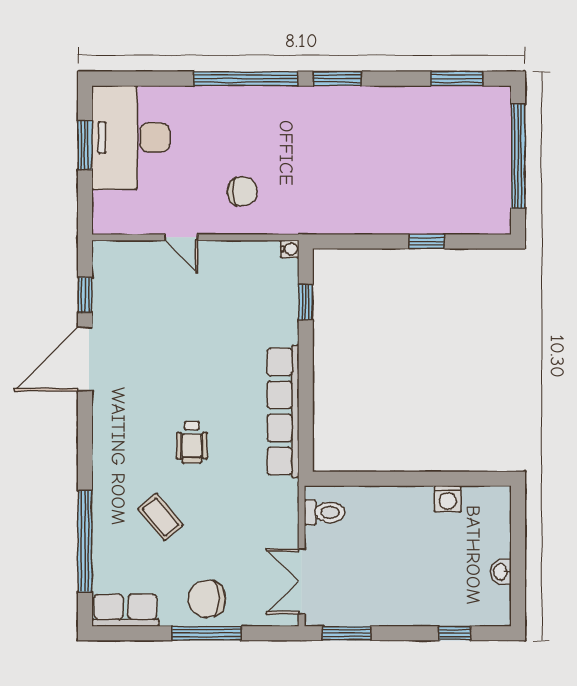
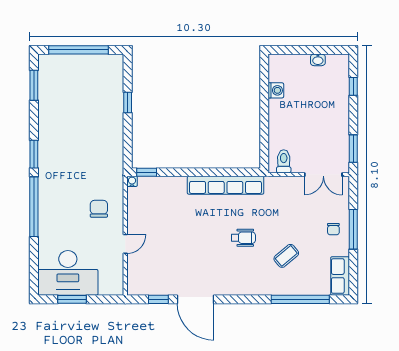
window: (306, 302) -> (147, 172), moved
chair: (207, 599) -> (333, 229), width x0.54, depth x0.54

